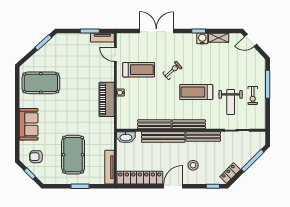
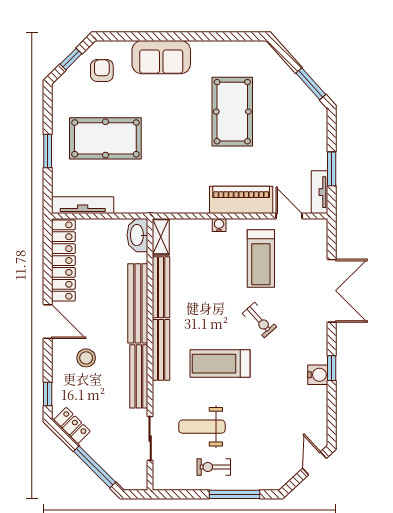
shelving: (219, 38) -> (161, 237), moved
door: (115, 54) -> (289, 216), hinge flipped
pool table: (41, 83) -> (232, 112), moved
treadmill: (196, 92) -> (220, 364), turned -90
piano: (107, 99) -> (241, 200), moved

